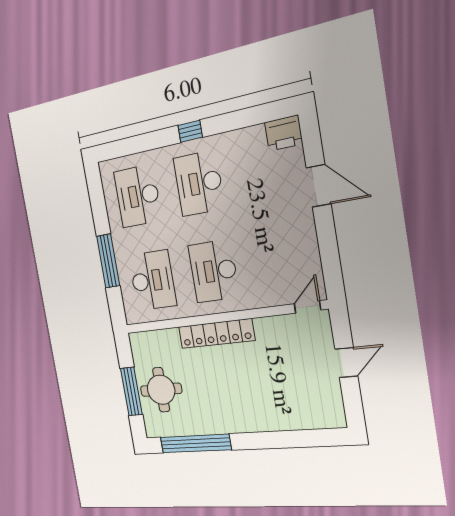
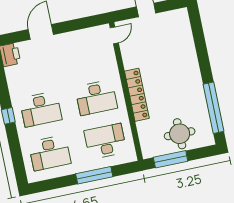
door: (308, 307) -> (114, 35), swing flipped
window: (131, 391) -> (171, 159), moved

